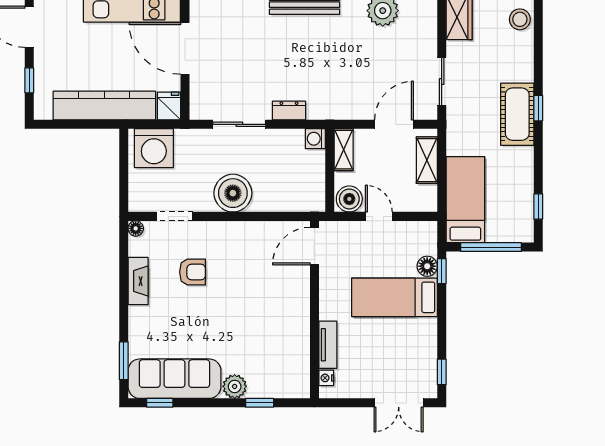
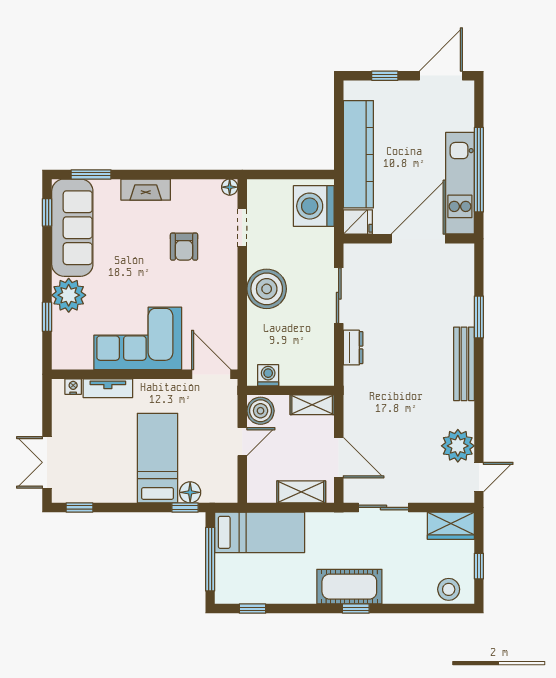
washing machine: (315, 139) -> (268, 375), moved
fireplace: (138, 281) -> (146, 190), moved
corner sofa: (280, 316) -> (138, 338), added
plant: (235, 386) -> (69, 295), width x1.36, depth x1.36

